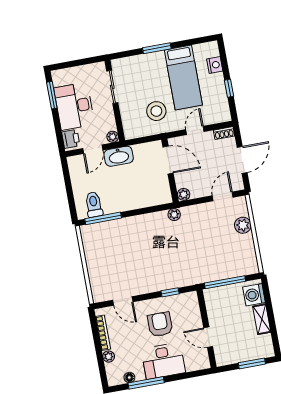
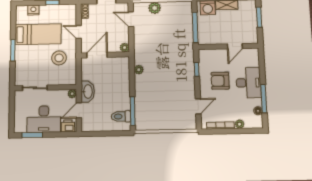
door: (93, 149) -> (79, 110), swing flipped
plant: (174, 215) -> (139, 70), moved

